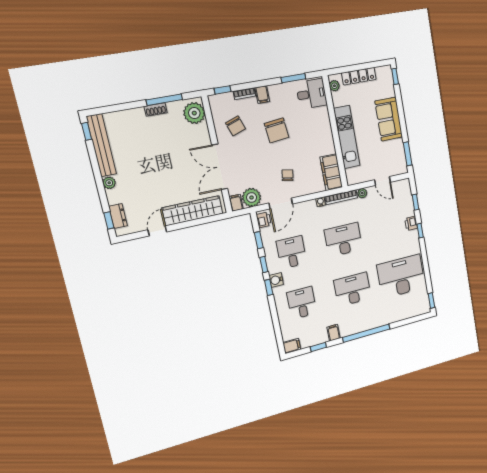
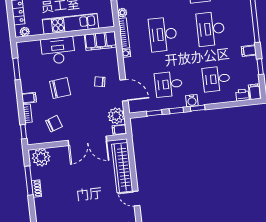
desk: (312, 94) -> (58, 51), moved, width x1.37
printer: (264, 220) -> (242, 95), moved

